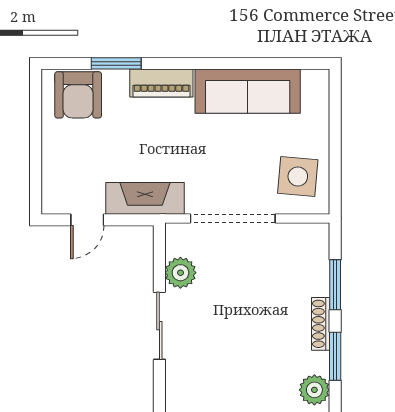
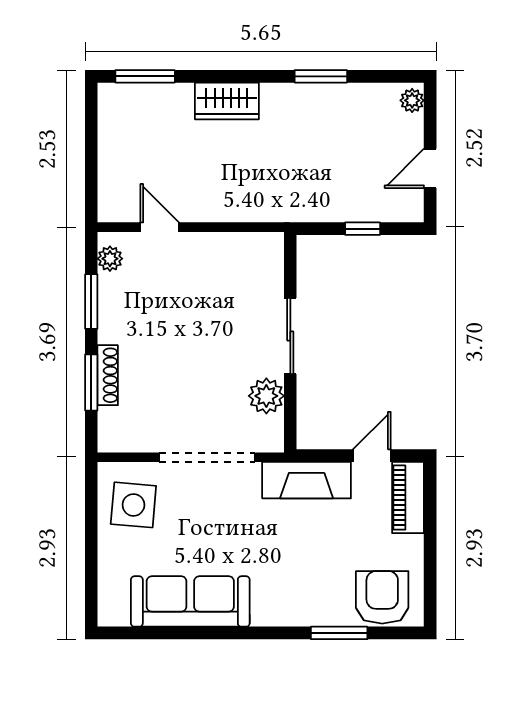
piano: (161, 83) -> (408, 498), moved, turned -90
shoe rack: (321, 324) -> (108, 375), moved
plant: (314, 390) -> (110, 259), width x0.73, depth x0.73

